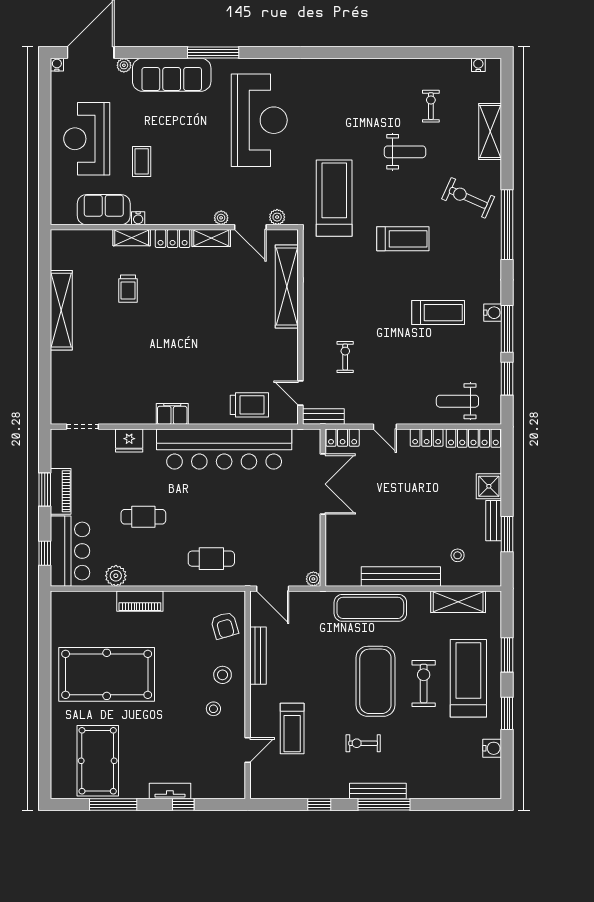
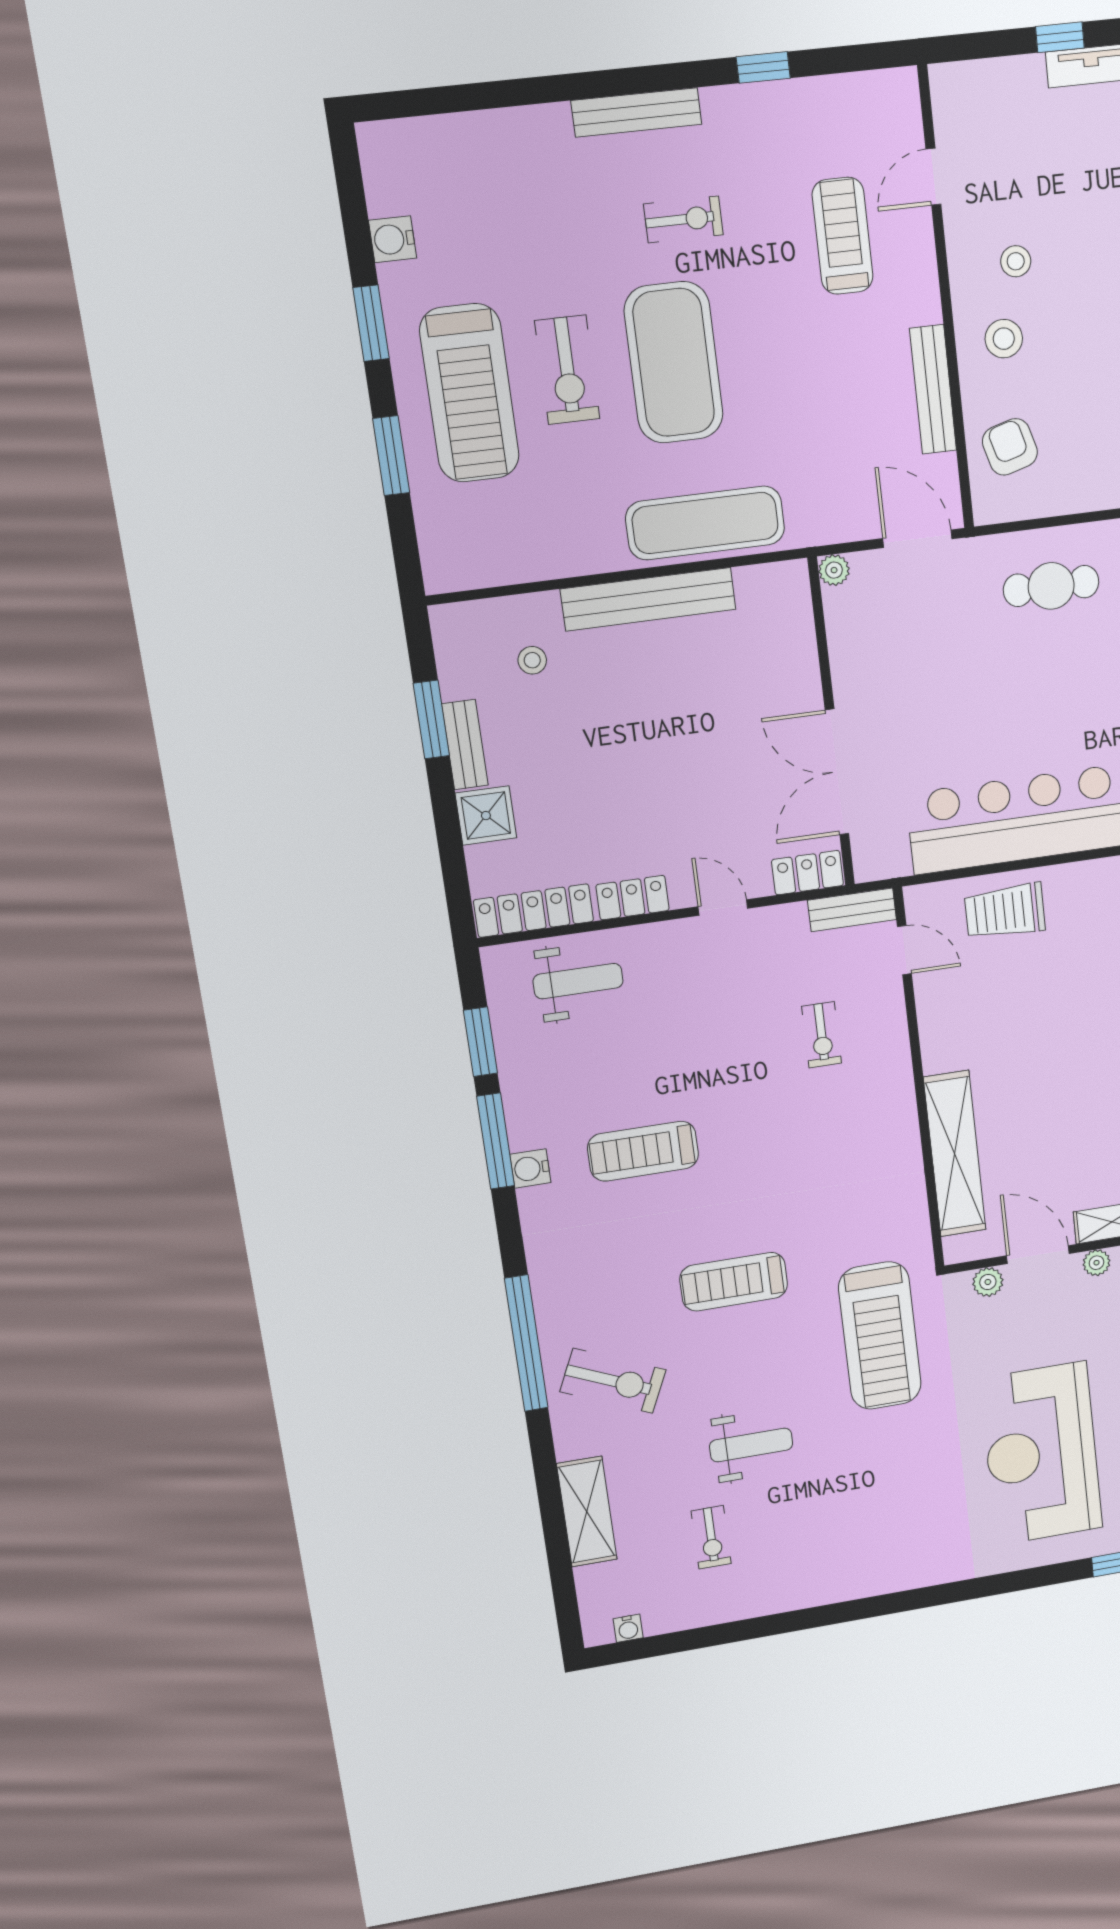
weight bench: (405, 152) -> (751, 1445), turned 180
shelving: (458, 602) -> (517, 560), removed
window: (384, 805) -> (619, 82), removed

